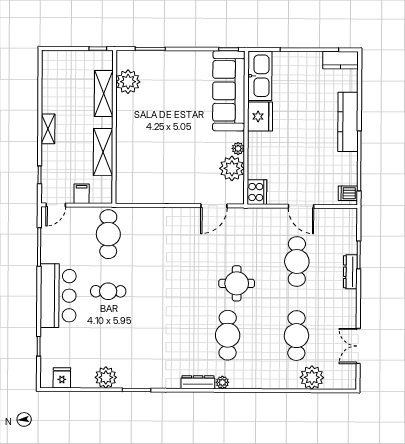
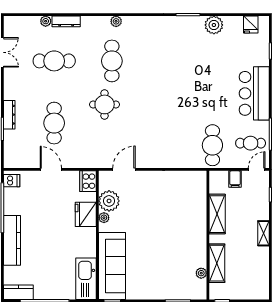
plant: (128, 82) -> (201, 273), width x0.53, depth x0.53
fridge: (260, 116) -> (86, 214), moved
cafe table: (108, 291) -> (251, 143), moved
cafe table: (296, 336) -> (54, 61), turned 90
plant: (312, 377) -> (46, 21), width x0.53, depth x0.53
dresser: (198, 382) -> (66, 21), moved

